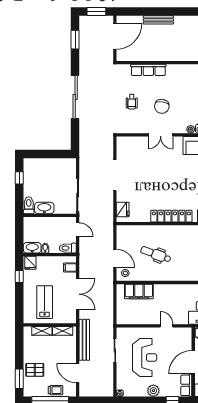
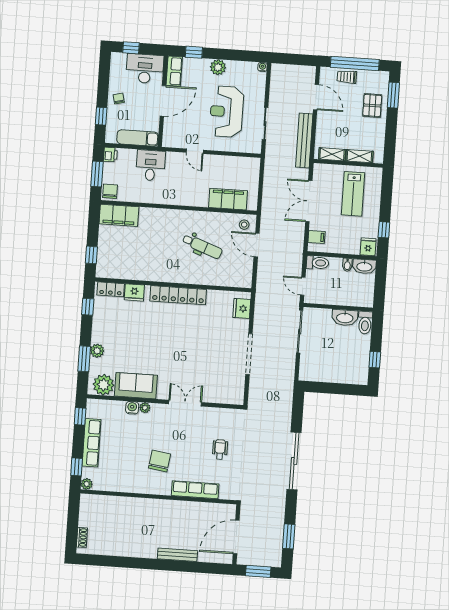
chair: (162, 106) -> (159, 461), moved
pallet: (35, 370) -> (372, 105), turned 90

